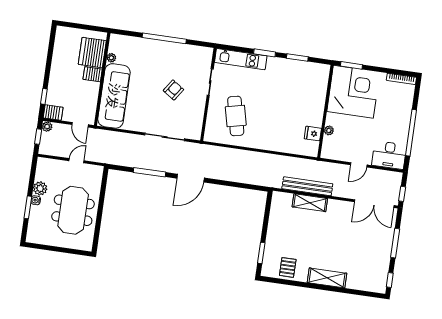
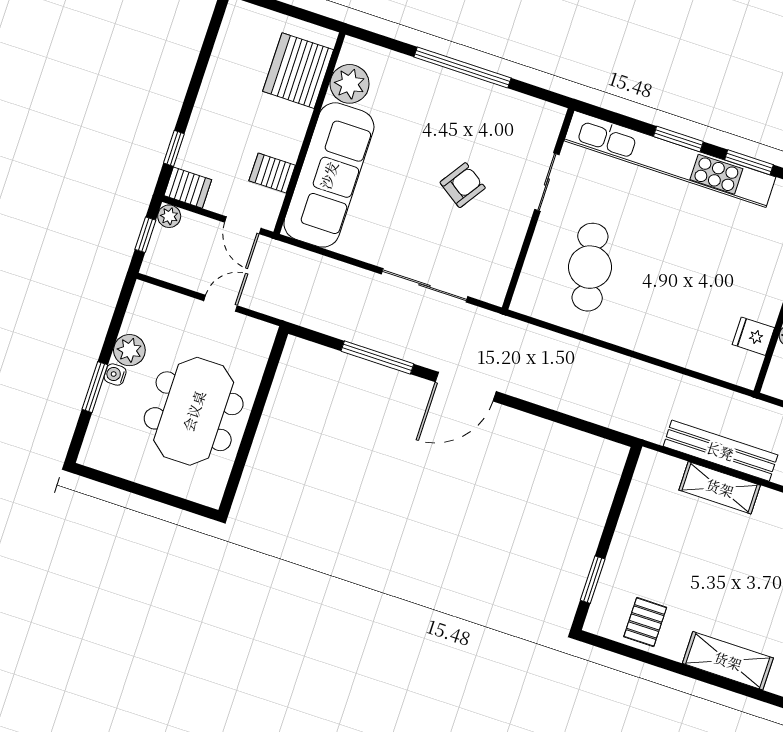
plant: (111, 58) -> (350, 84), width x1.88, depth x1.88
kitchen unit: (241, 59) -> (670, 159), width x1.86
server rack: (93, 74) -> (272, 173), moved

